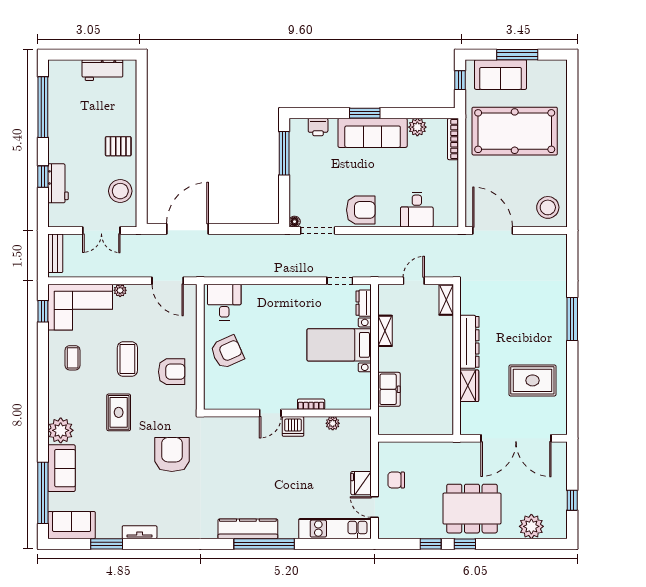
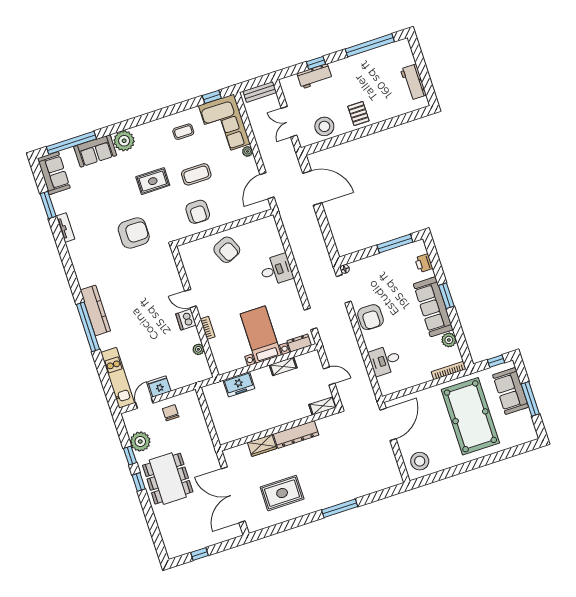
desk: (224, 302) -> (276, 270), moved
rug: (532, 380) -> (282, 493), turned 90
plant: (531, 526) -> (140, 441), moved

